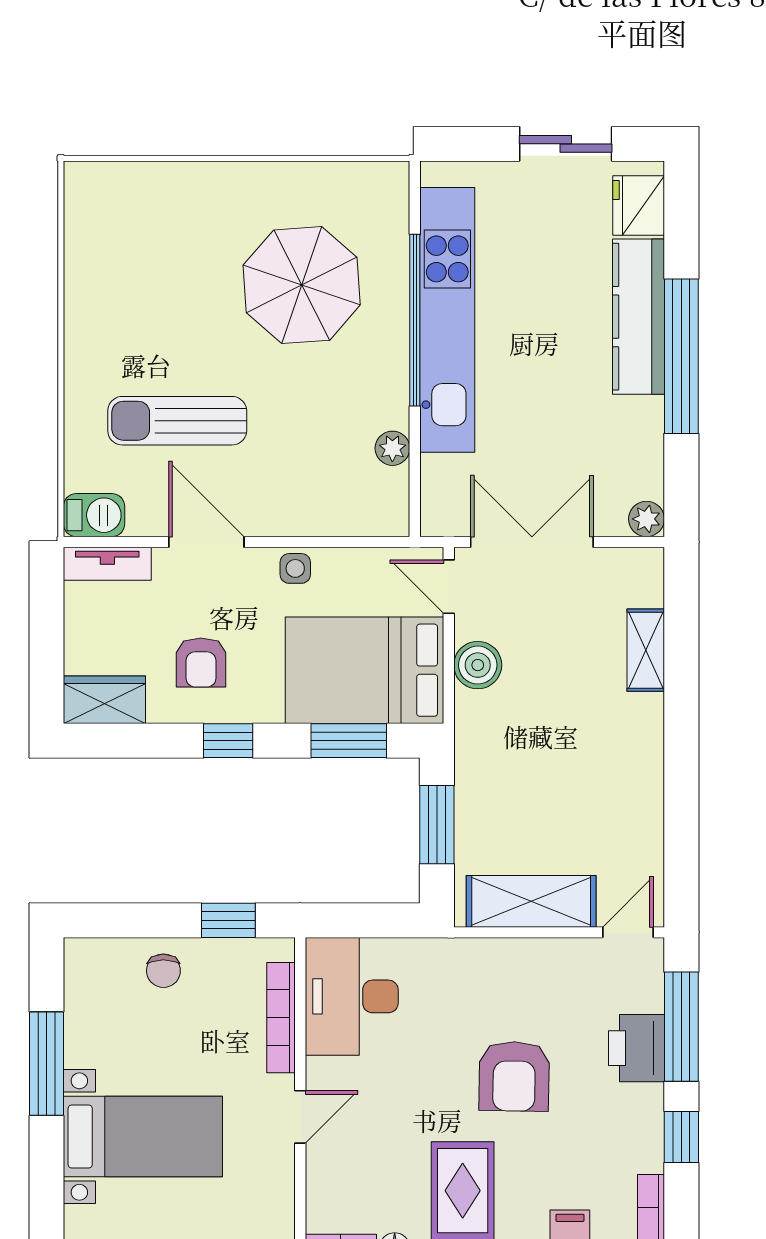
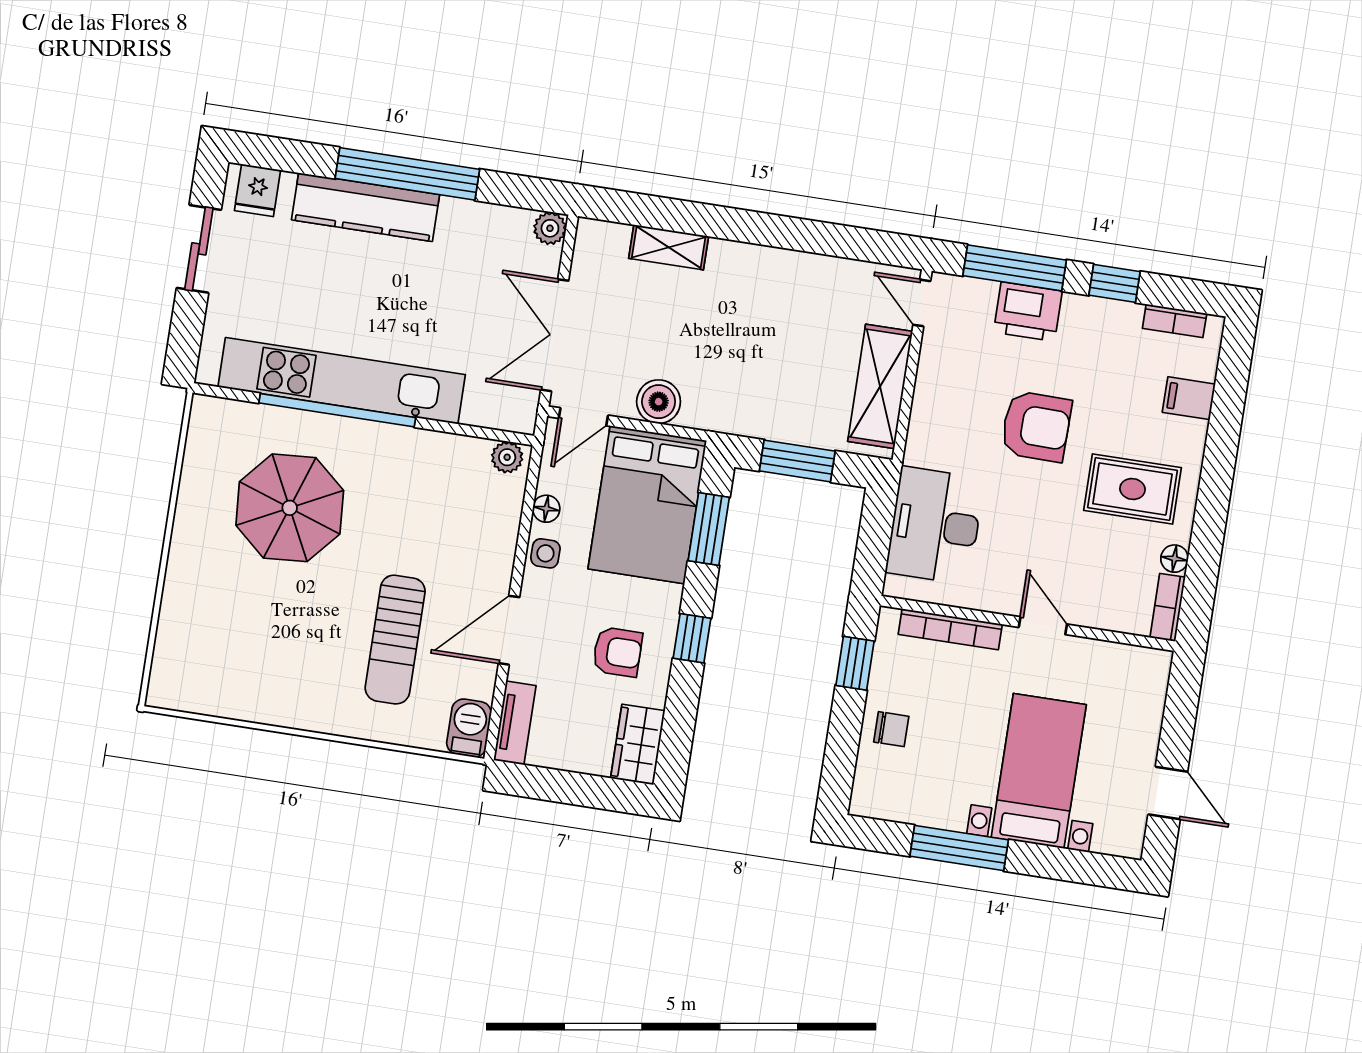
fridge: (639, 206) -> (257, 190), width x0.72
plant: (392, 448) -> (507, 457), moved
floor lamp: (344, 562) -> (546, 509), added
desk: (352, 996) -> (935, 525), moved, turned 90

